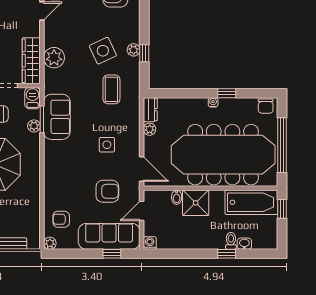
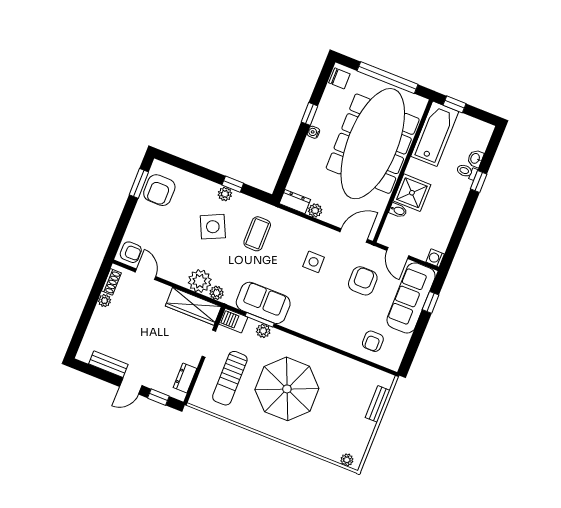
coffee table: (111, 89) -> (257, 234), turned 90
plant: (50, 243) -> (217, 293), moved

